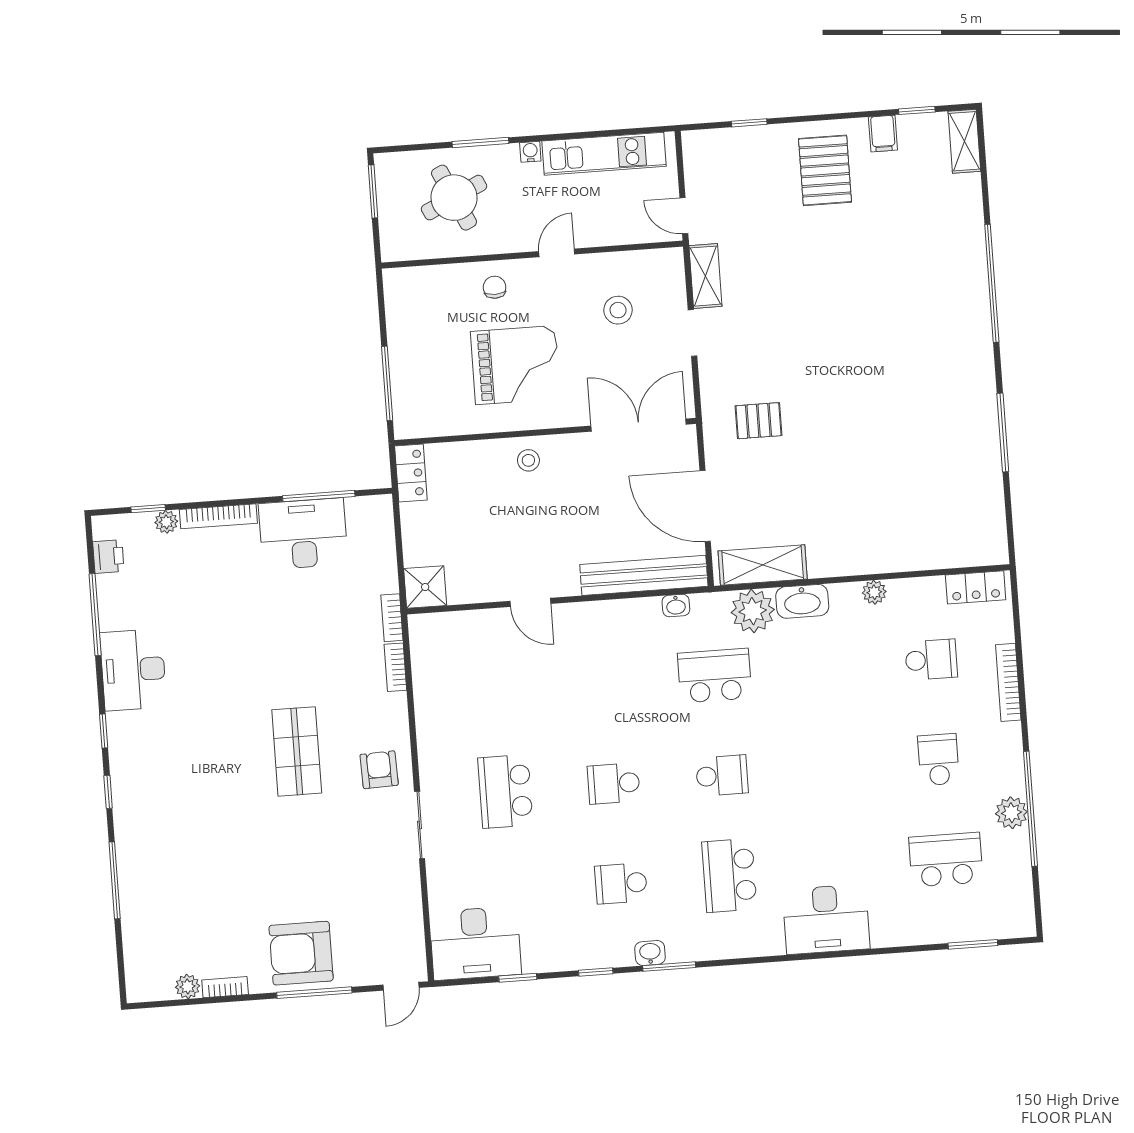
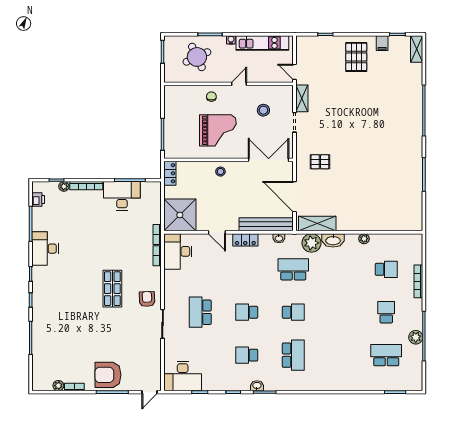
shower: (425, 587) -> (180, 215), width x1.86, depth x1.86
locker: (976, 587) -> (245, 240), moved
school desk: (729, 875) -> (293, 355), turned 180
desk: (826, 919) -> (178, 251), moved, turned 90

